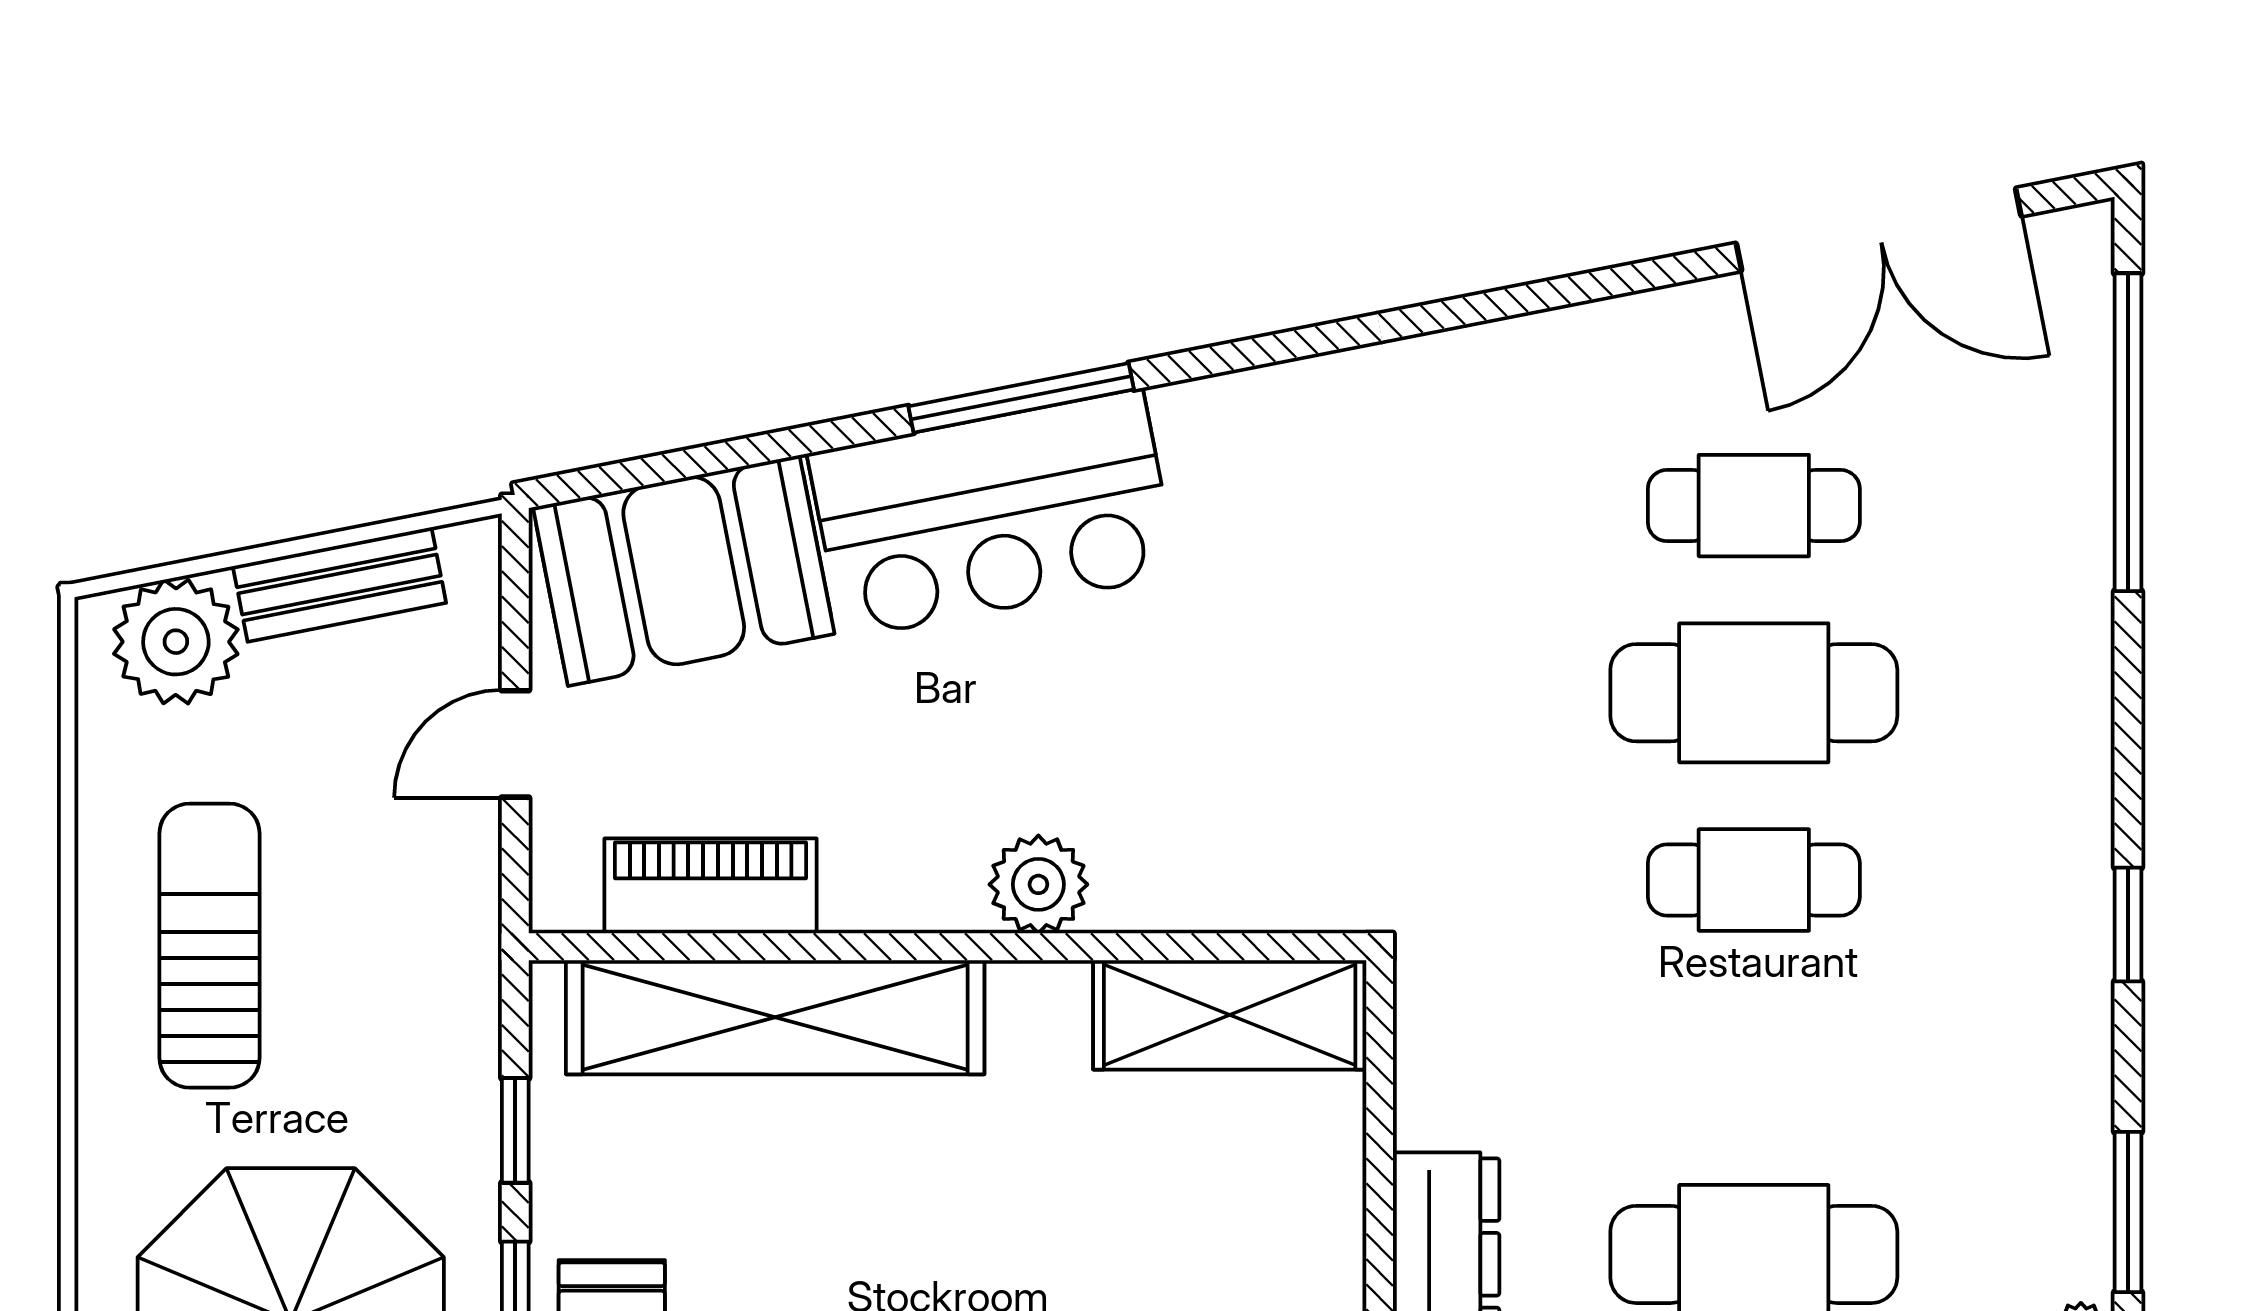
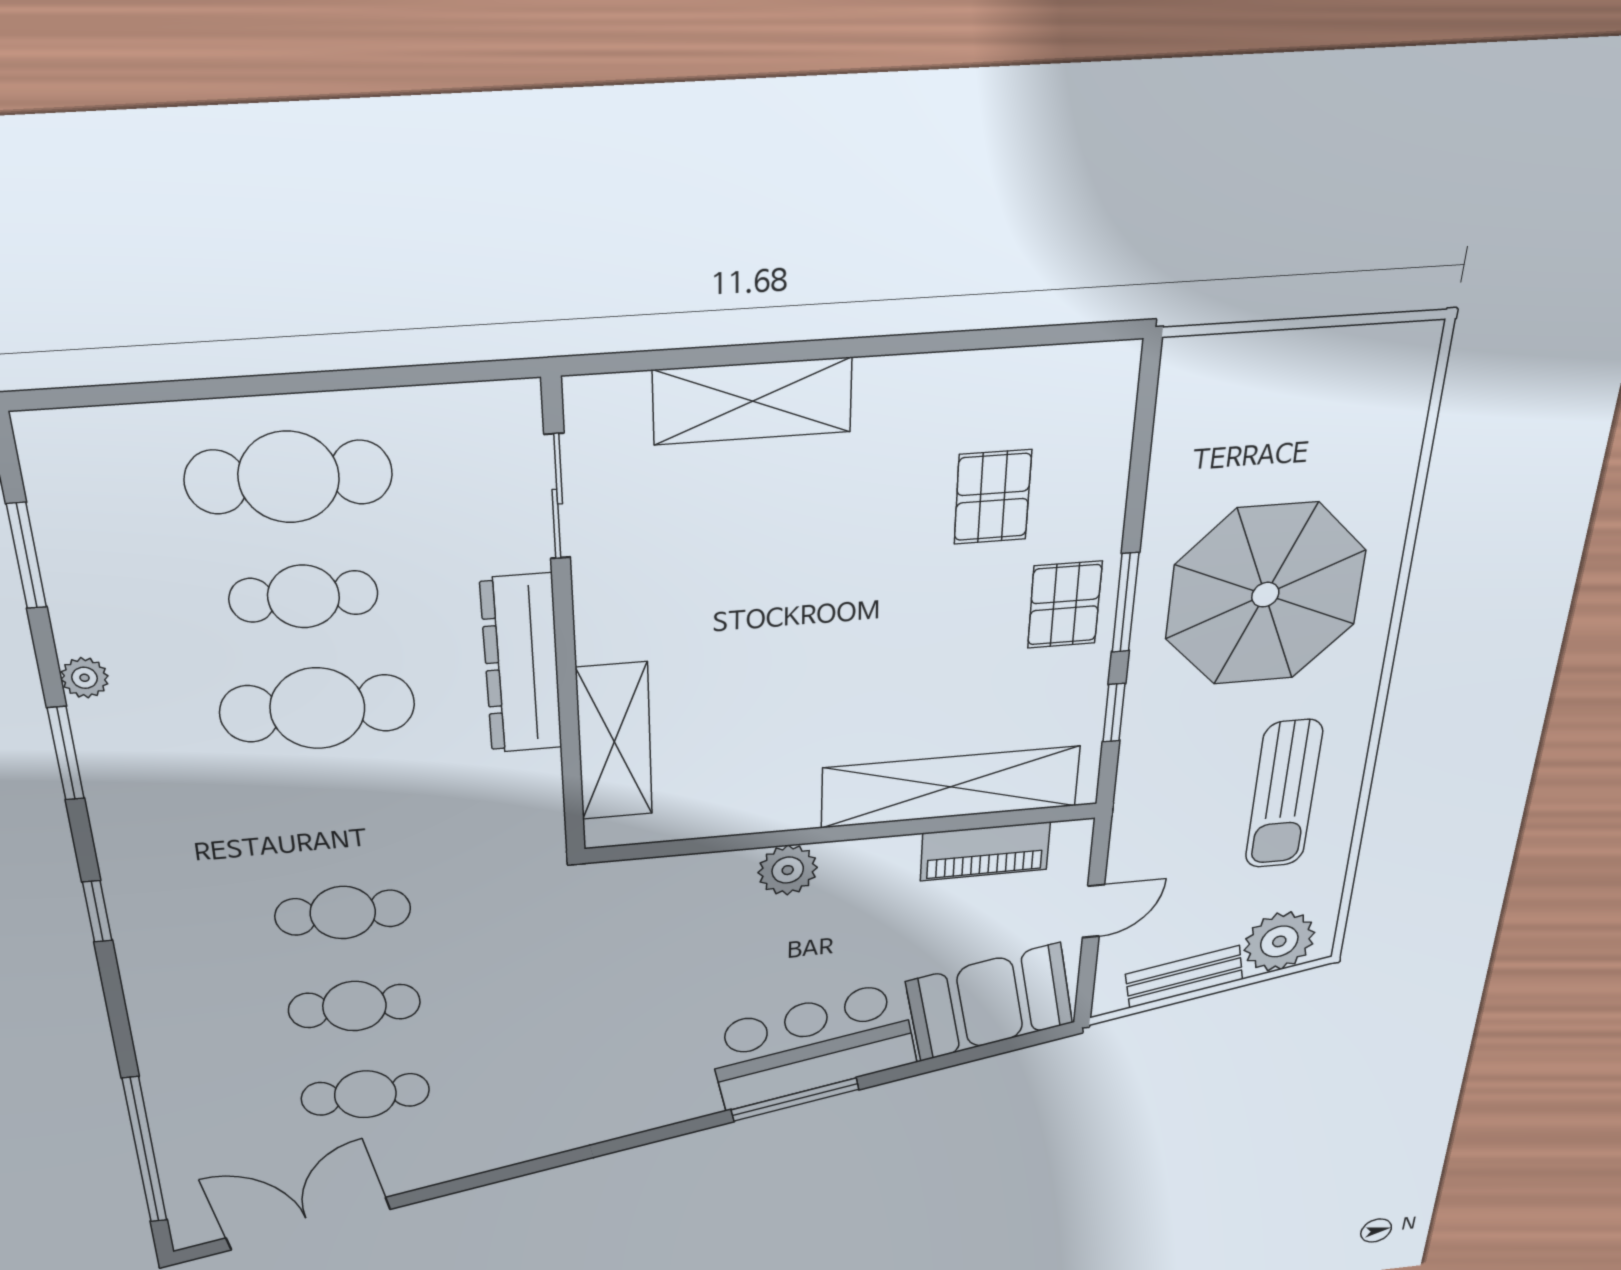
cafe table: (1754, 693) -> (354, 1006), width x0.73, depth x0.74
shelving: (1230, 1015) -> (614, 742), moved, turned 90

